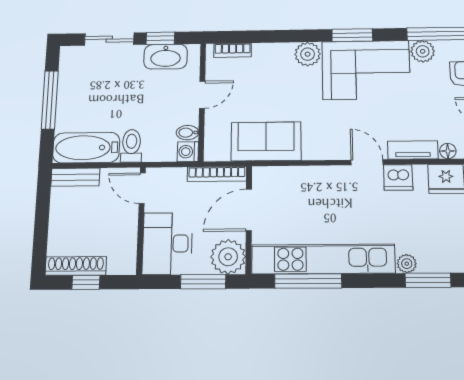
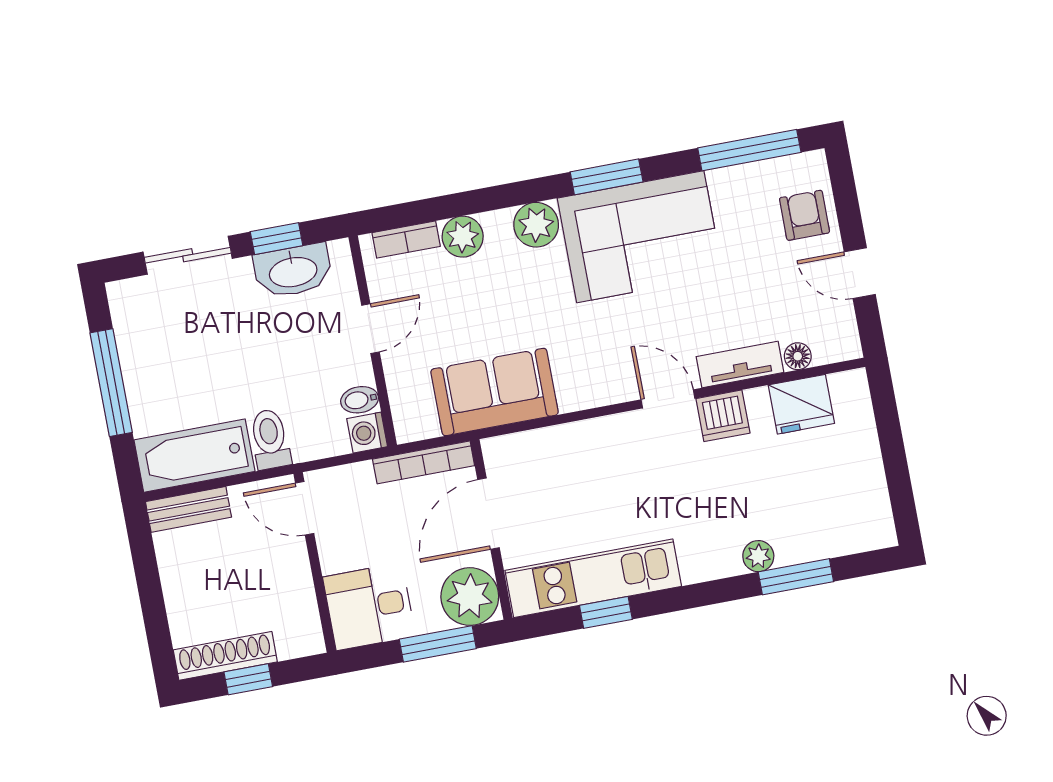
plant: (423, 51) -> (463, 237), moved
desk: (167, 244) -> (369, 607), width x0.73
kitchen unit: (323, 259) -> (593, 578), width x0.73
window: (308, 281) -> (606, 612), width x0.46

